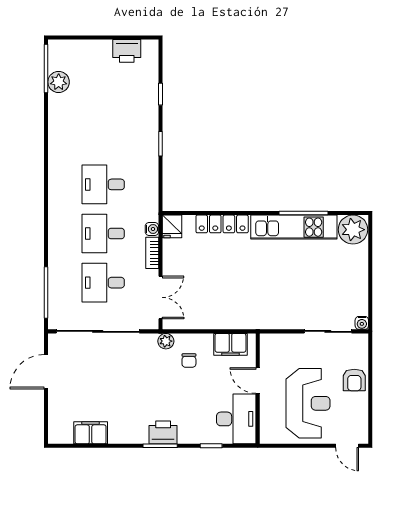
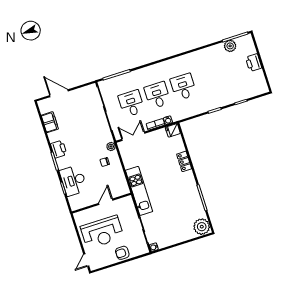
printer: (127, 51) -> (254, 63), moved
locker: (222, 224) -> (184, 161), width x0.66
kitchen unit: (294, 227) -> (139, 191), moved, turned 180
double door: (160, 297) -> (133, 136), swing flipped
filing cabinet: (230, 344) -> (120, 181), removed
door: (46, 372) -> (59, 93), moved
desk: (236, 419) -> (73, 180), moved, turned 90
printer: (163, 432) -> (59, 149), moved

